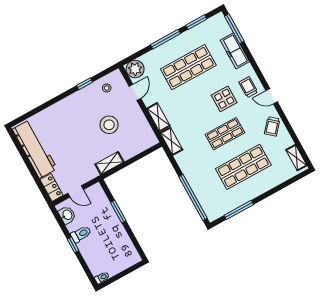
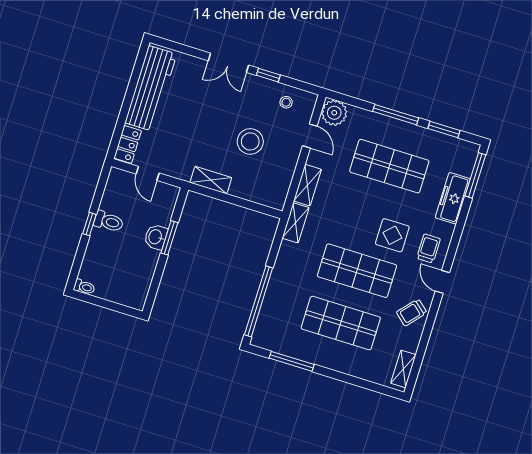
door: (135, 92) -> (310, 136), hinge flipped
double door: (59, 98) -> (228, 63), added
shop shelf: (225, 134) -> (357, 271), width x1.43, depth x1.36
washbasin: (67, 215) -> (156, 237), moved, turned 180

